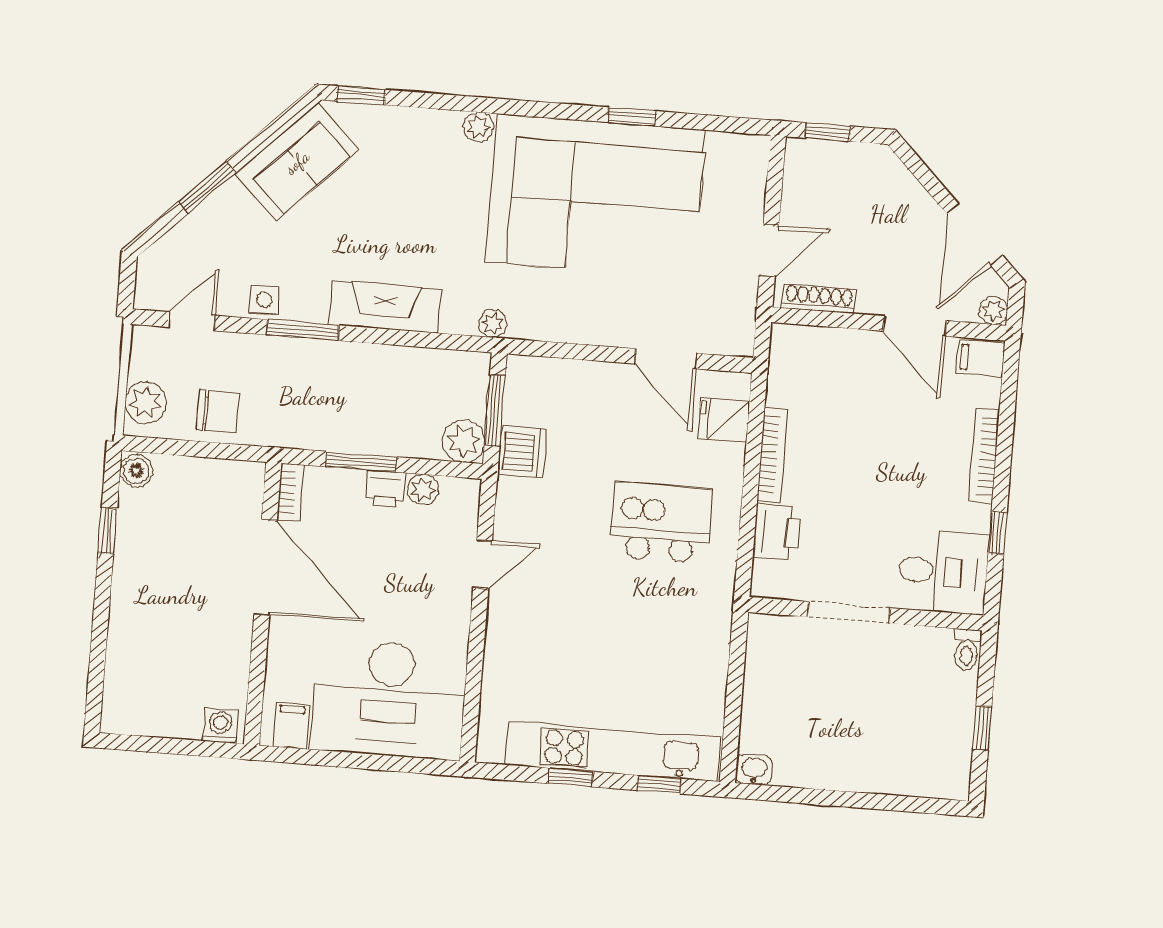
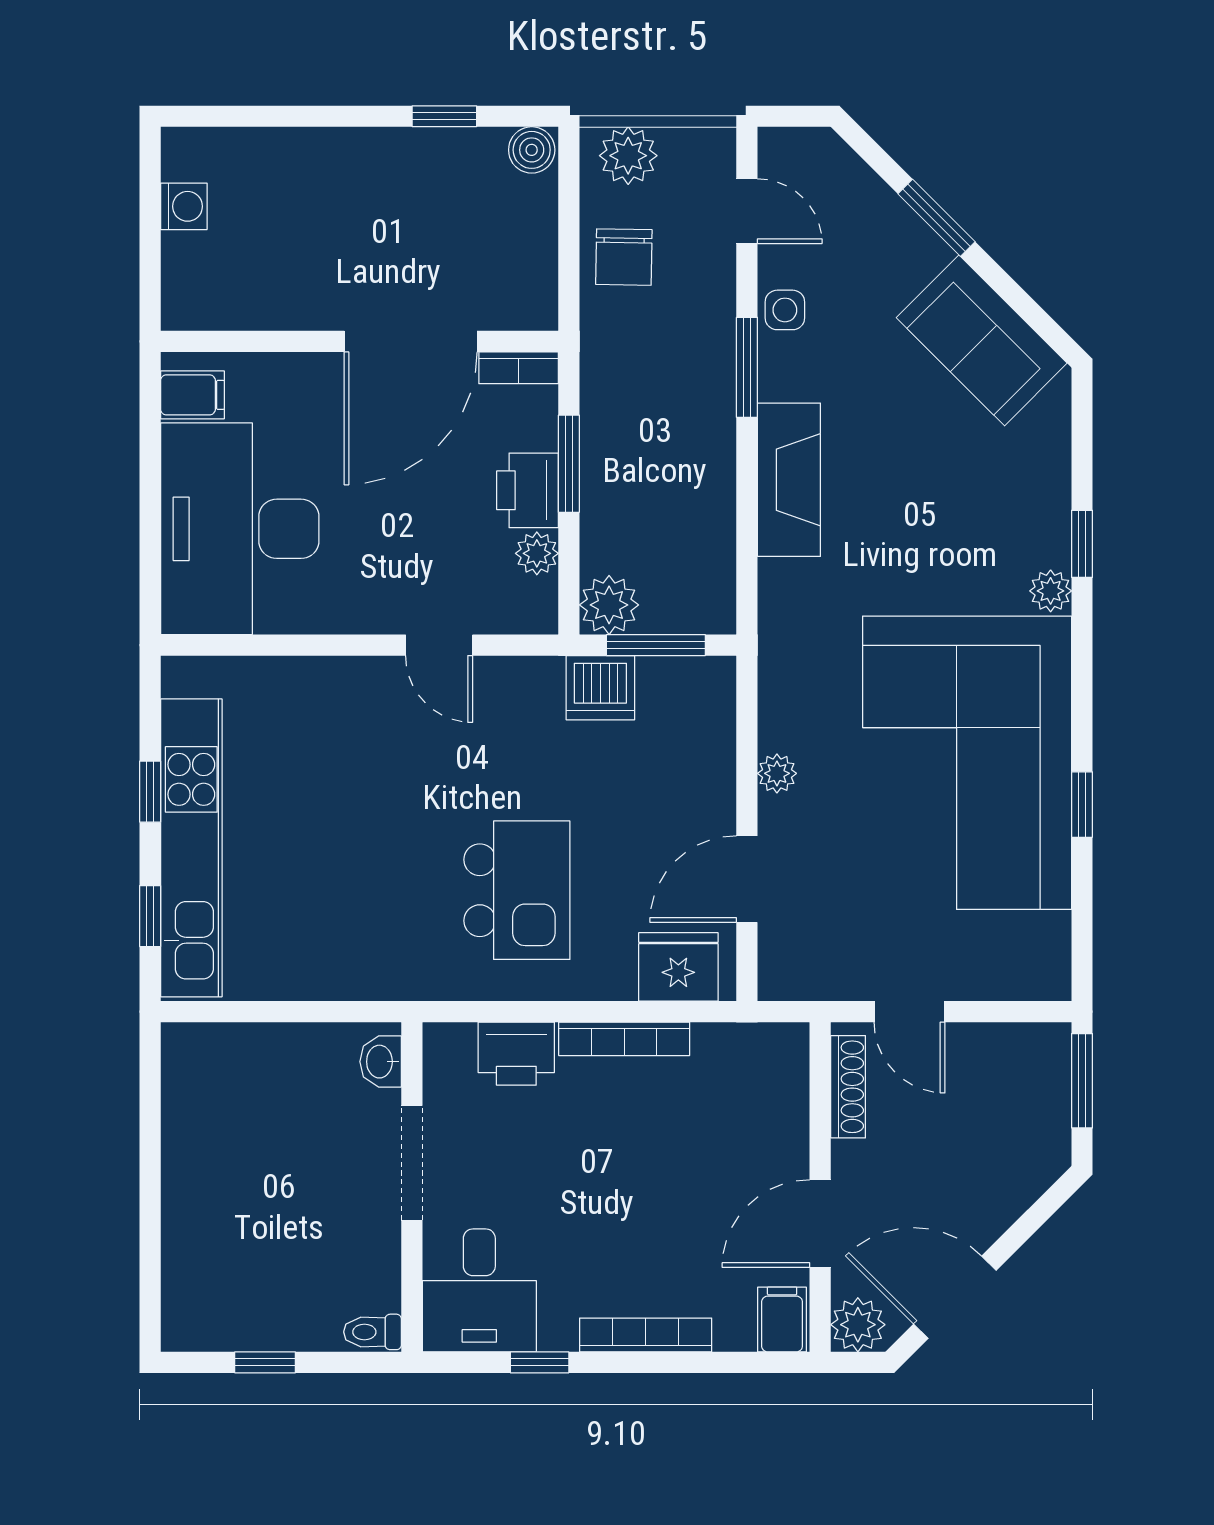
window: (361, 95) -> (1082, 544), moved
window: (828, 132) -> (1082, 1081), width x1.50
plant: (993, 310) -> (858, 1325), width x1.38, depth x1.38
plant: (493, 324) -> (777, 773), moved
fridge: (724, 420) -> (678, 967), width x1.38
printer: (385, 489) -> (528, 490), width x1.36, depth x1.24
washing machine: (220, 726) -> (184, 206), moved
washbasin: (754, 770) -> (381, 1062), moved, turned 180

